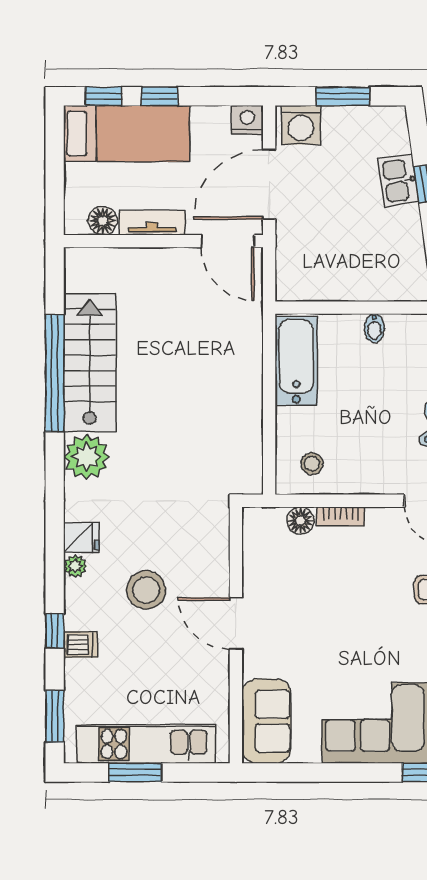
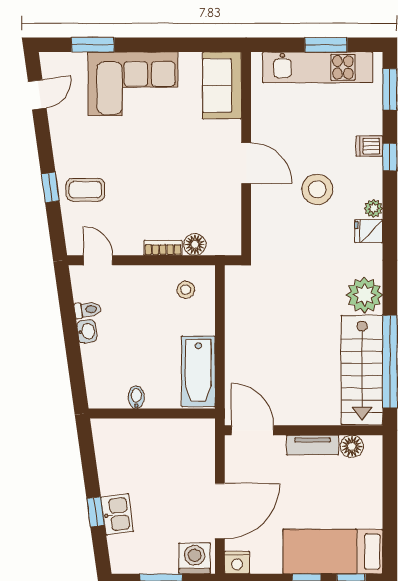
floor lamp: (103, 221) -> (352, 446), moved
tv unit: (152, 223) -> (313, 445), moved
wall: (163, 241) -> (304, 430), moved
door: (228, 241) -> (253, 430), moved

